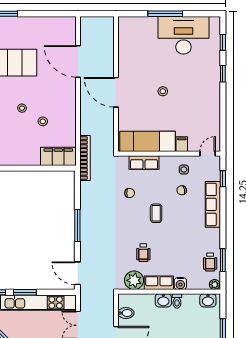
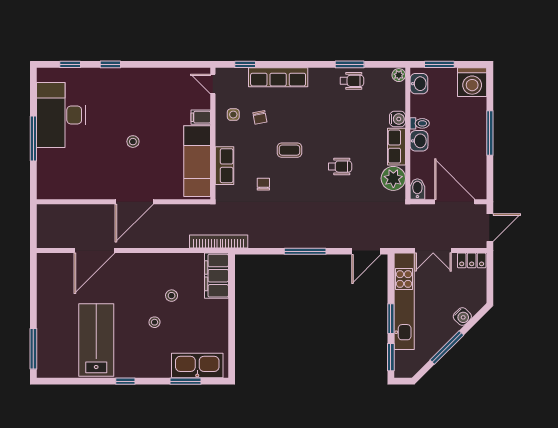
plant: (134, 280) -> (393, 178), moved
row of seats: (159, 283) -> (397, 147), moved
water cooler: (180, 284) -> (398, 119), moved
plant: (215, 285) -> (399, 75), moved
wall: (169, 292) -> (408, 134), moved
washbasin: (163, 300) -> (419, 141), moved
washbasin: (208, 300) -> (419, 84), moved
toilet: (177, 301) -> (420, 123), moved

